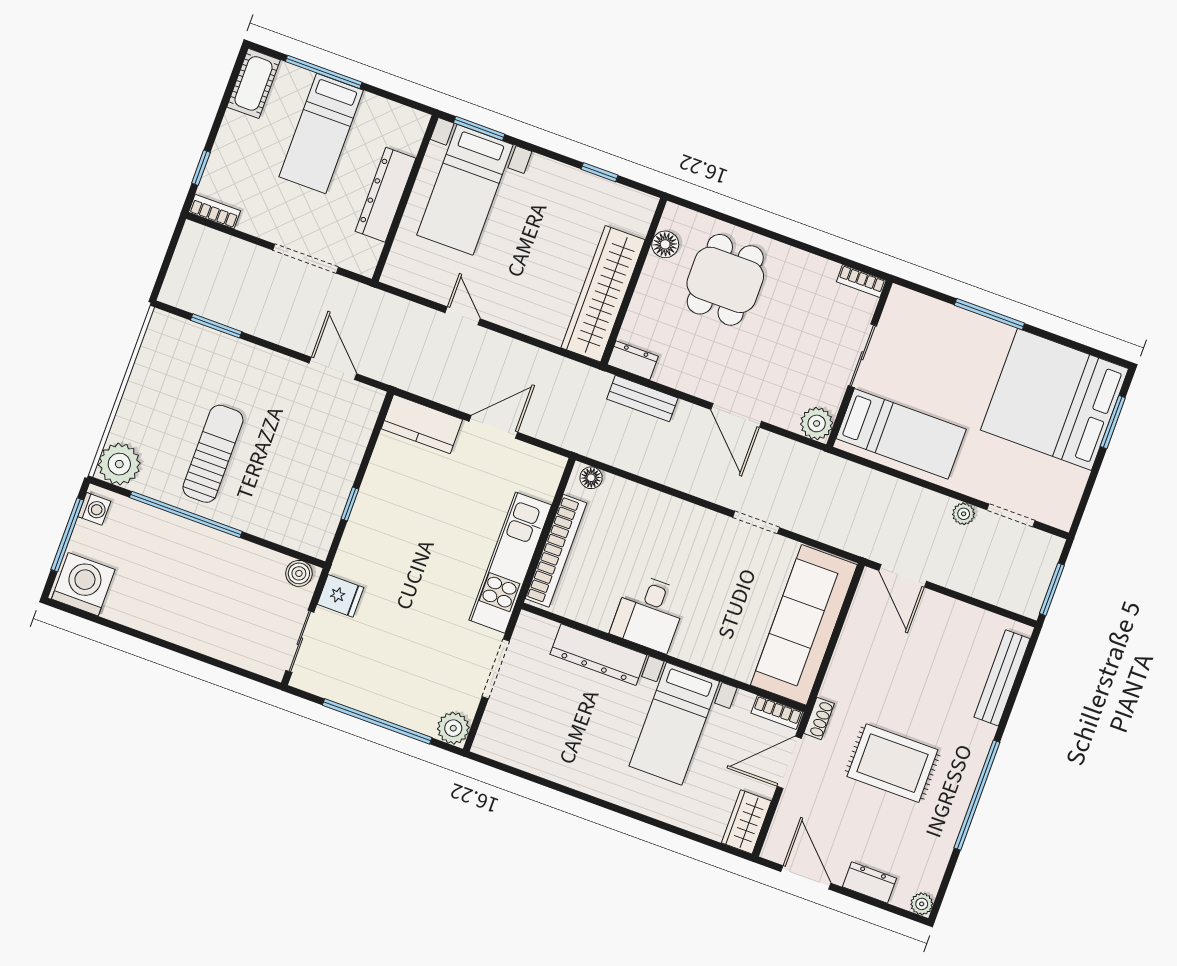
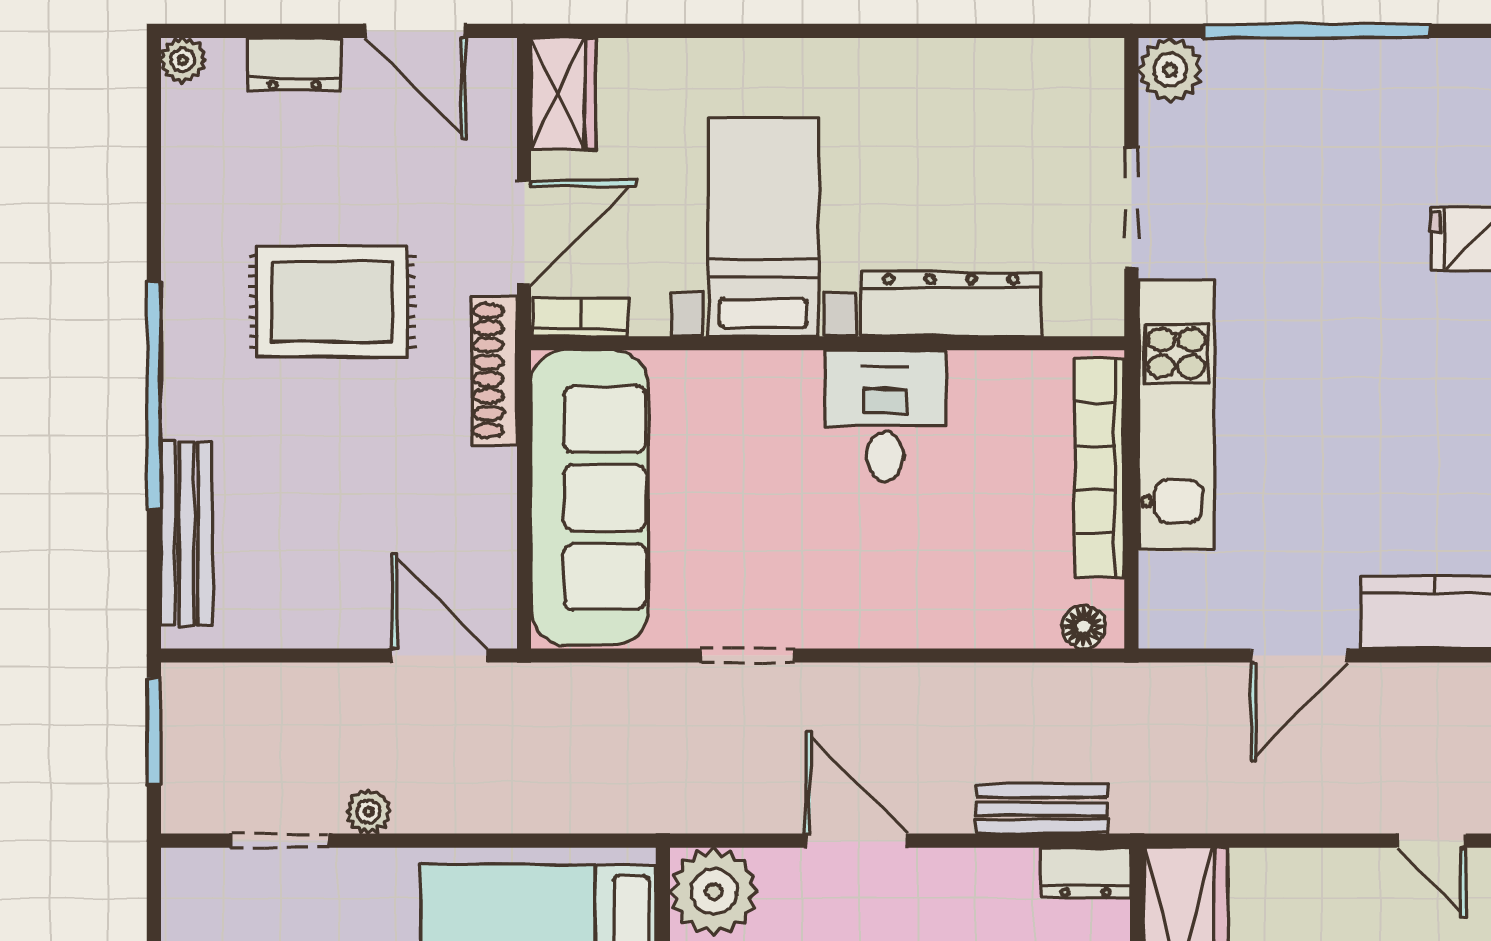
plant: (817, 423) -> (714, 892), width x1.36, depth x1.36
shoe rack: (819, 718) -> (494, 371), width x1.94, depth x1.24
window: (977, 795) -> (154, 395), moved

